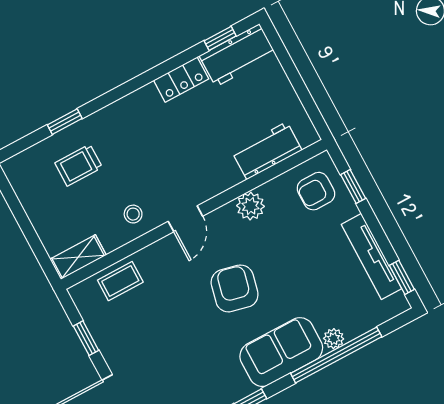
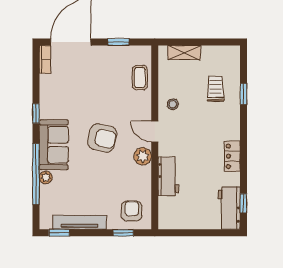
locker: (181, 80) -> (232, 156), moved
workbench: (267, 151) -> (168, 176), moved
plant: (250, 206) -> (143, 156), moved
shelving: (78, 257) -> (184, 53), moved, turned 90

